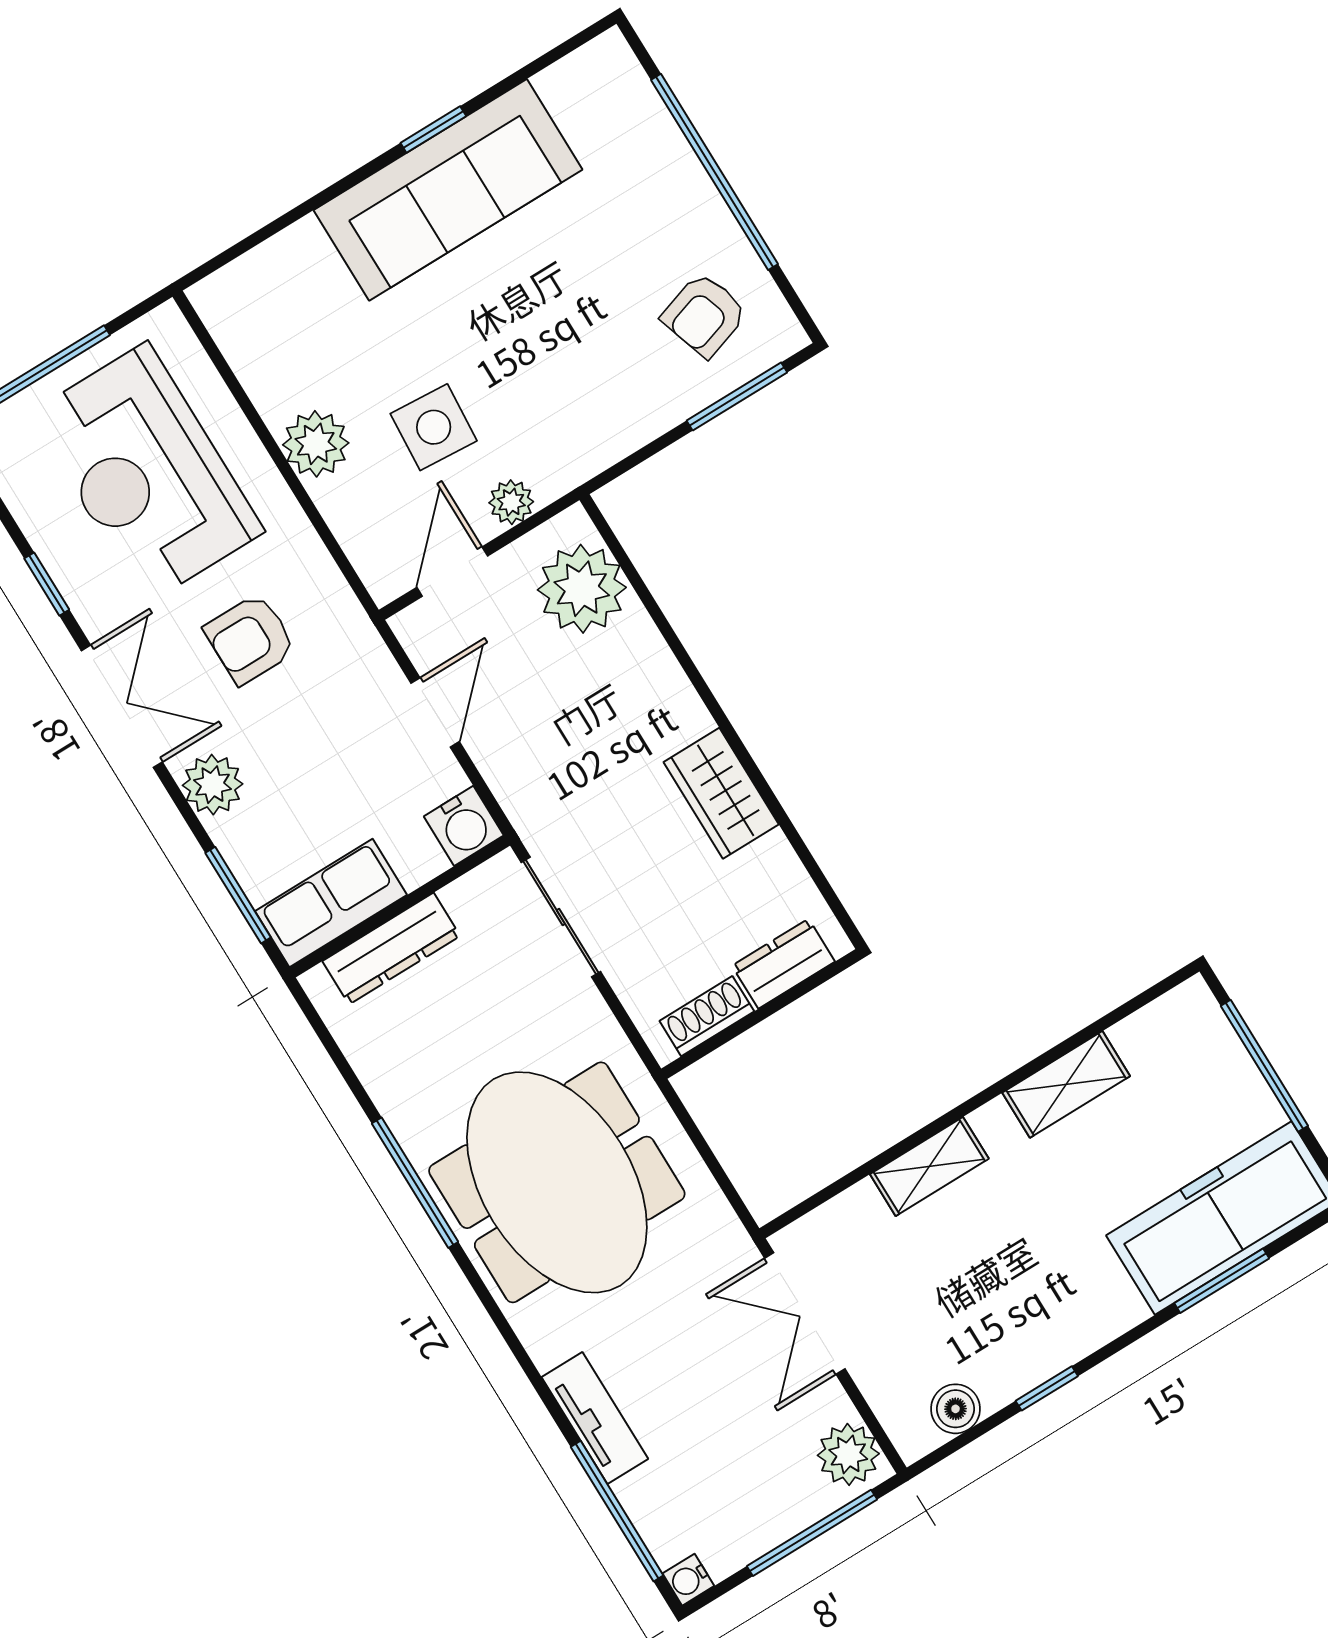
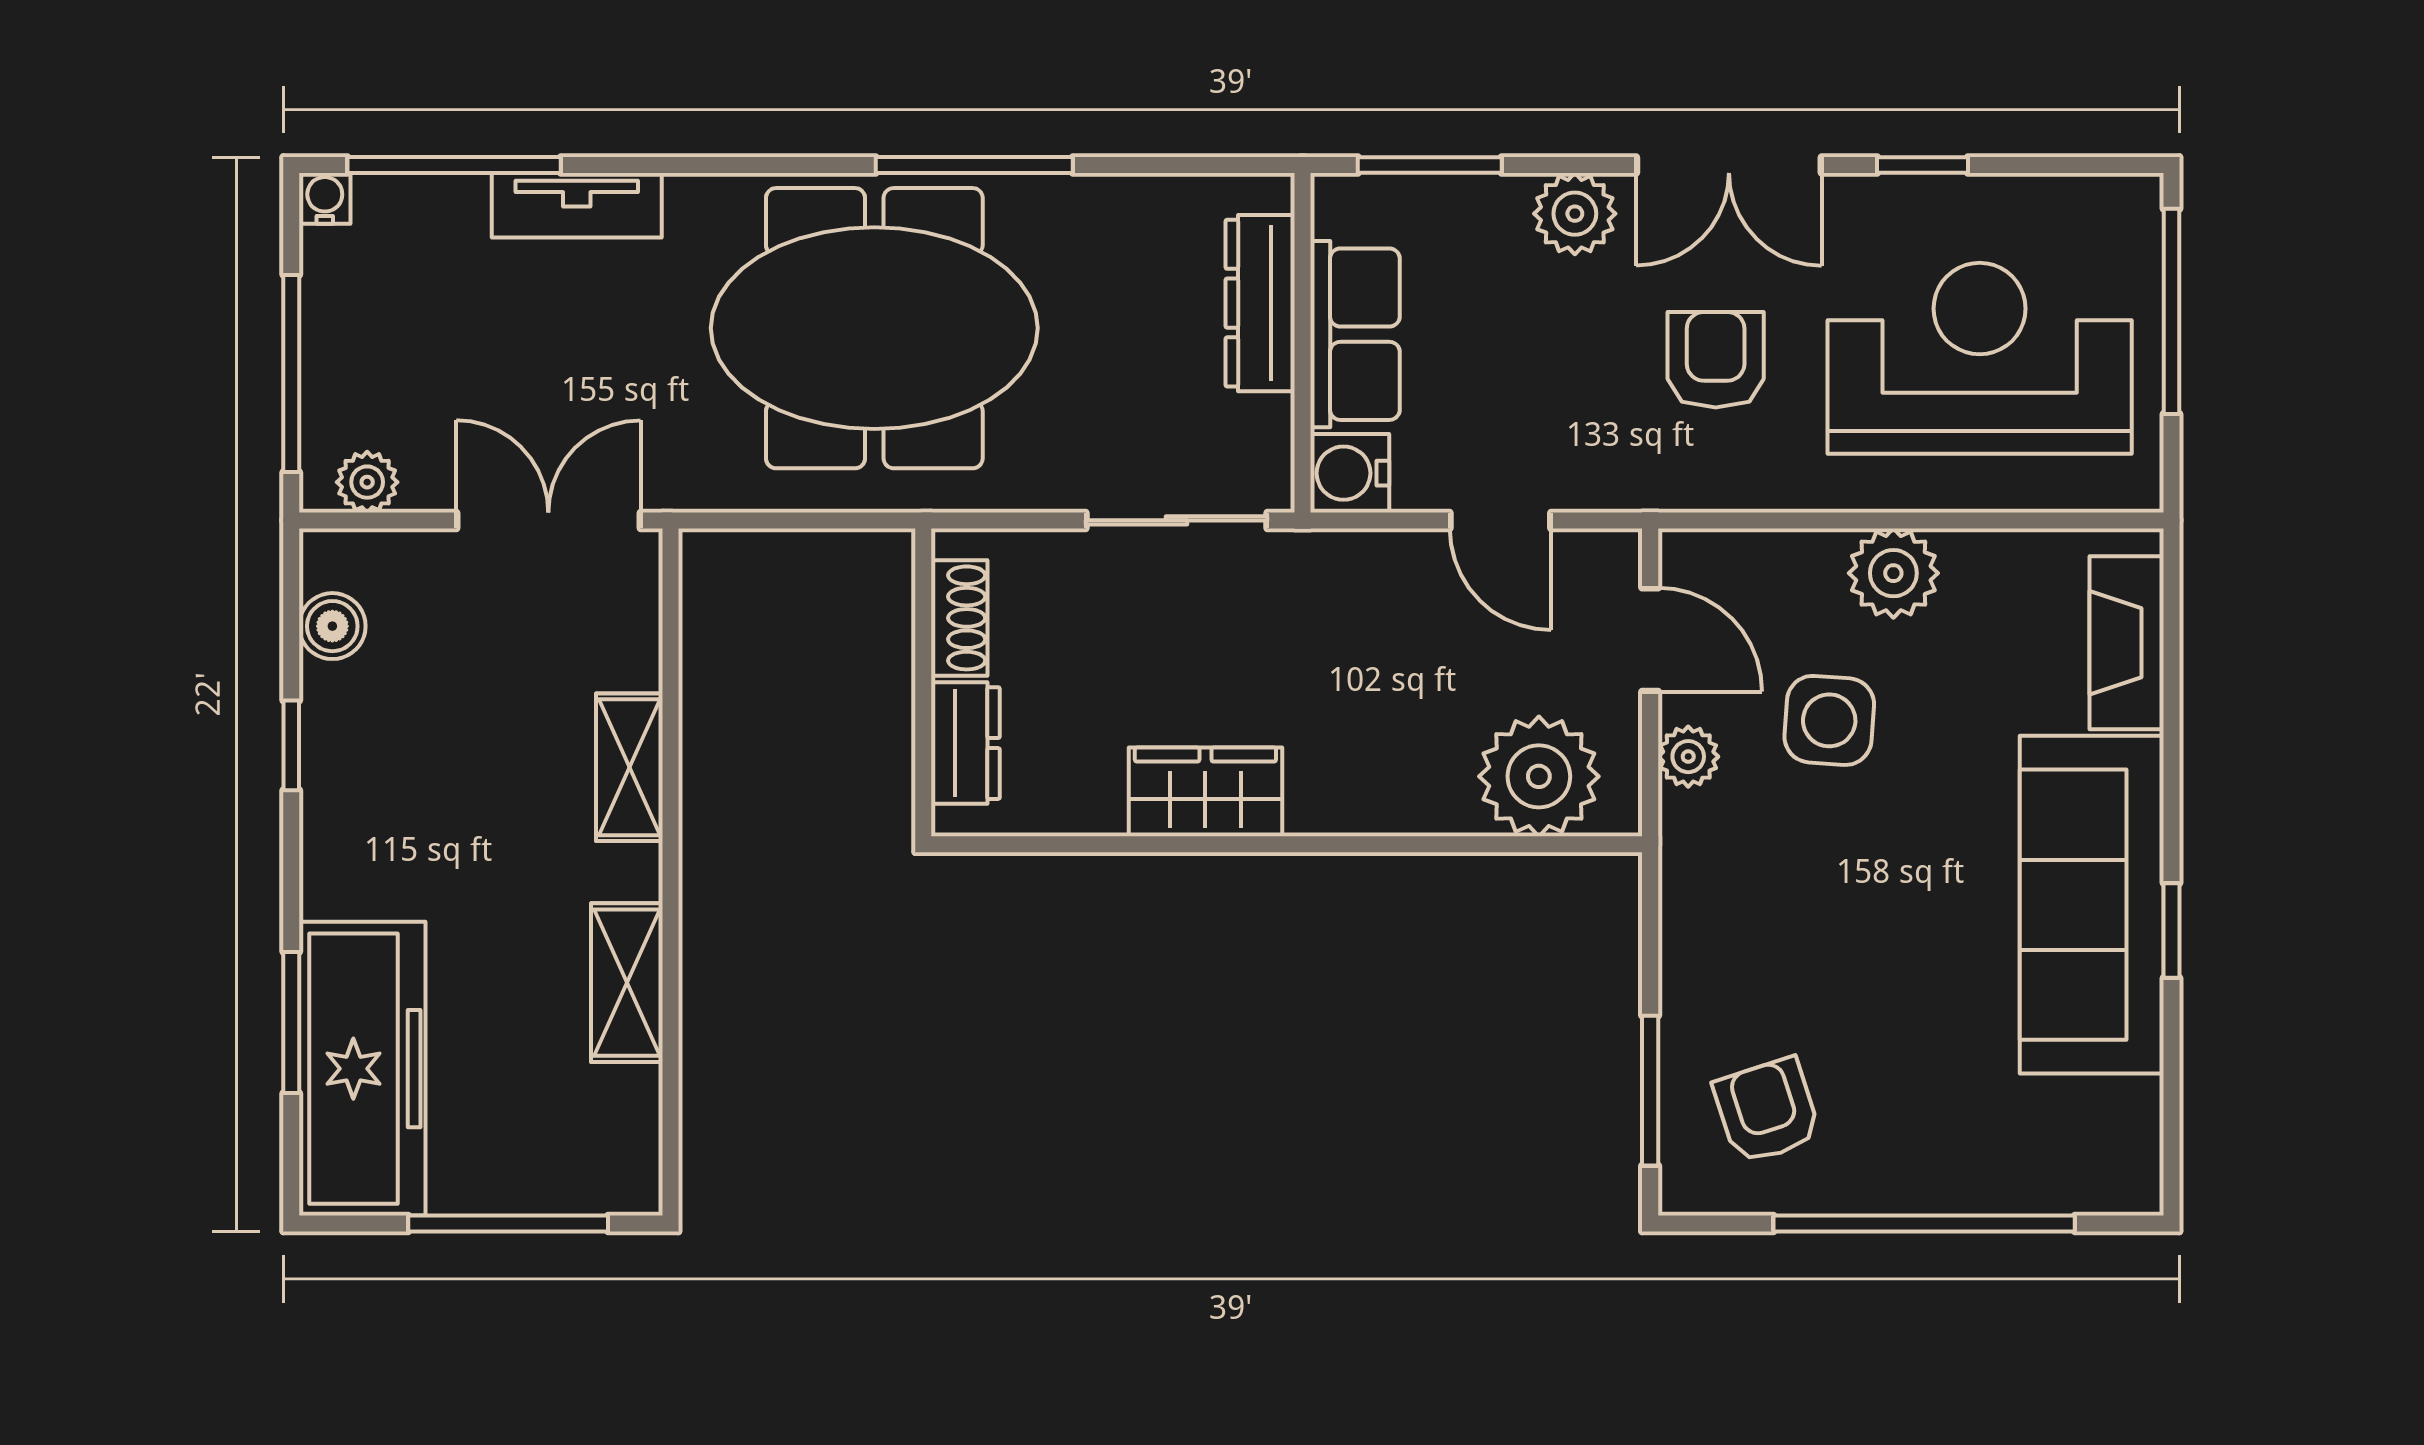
fireplace: (269, 270) -> (2127, 643), added
row of seats: (331, 903) -> (1355, 334), moved
plant: (848, 1454) -> (367, 482), width x0.73, depth x0.73

